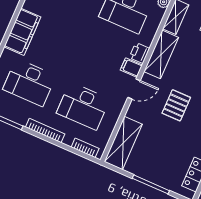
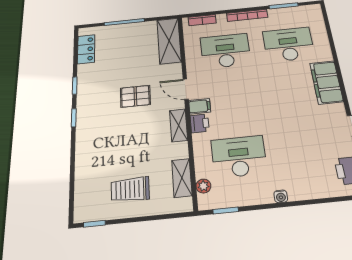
shelving: (161, 54) -> (179, 125), width x0.67, depth x0.75
door: (134, 89) -> (186, 89), hinge flipped
pallet: (176, 105) -> (135, 96), turned 90

